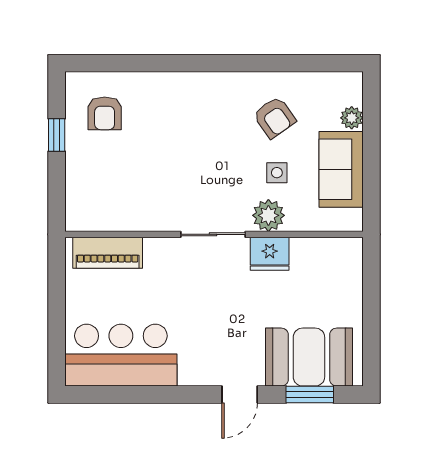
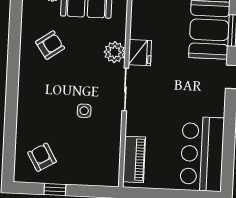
armchair: (105, 113) -> (42, 157), turned -120
side table: (277, 173) -> (84, 111), moved

